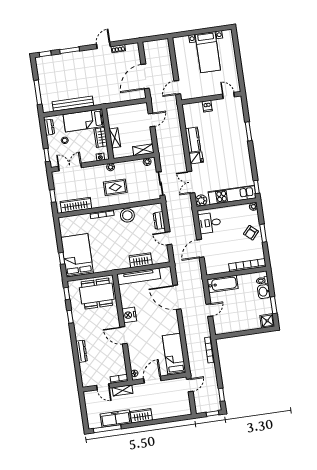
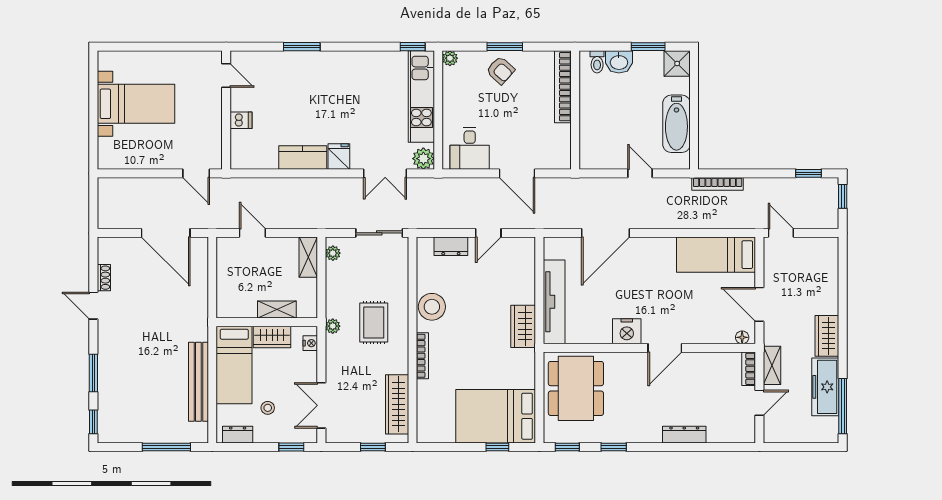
door: (229, 95) -> (226, 76), swing flipped
wardrobe: (141, 260) -> (523, 326), moved
bathtub: (223, 284) -> (676, 124), moved, turned 180

